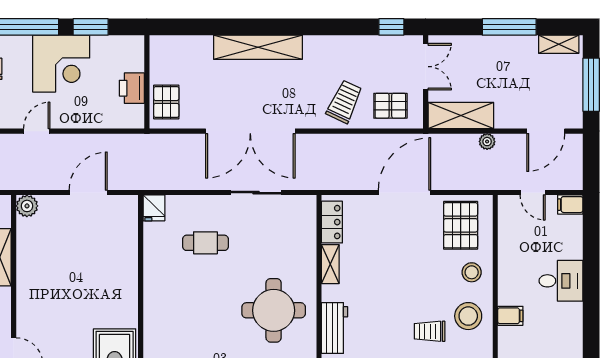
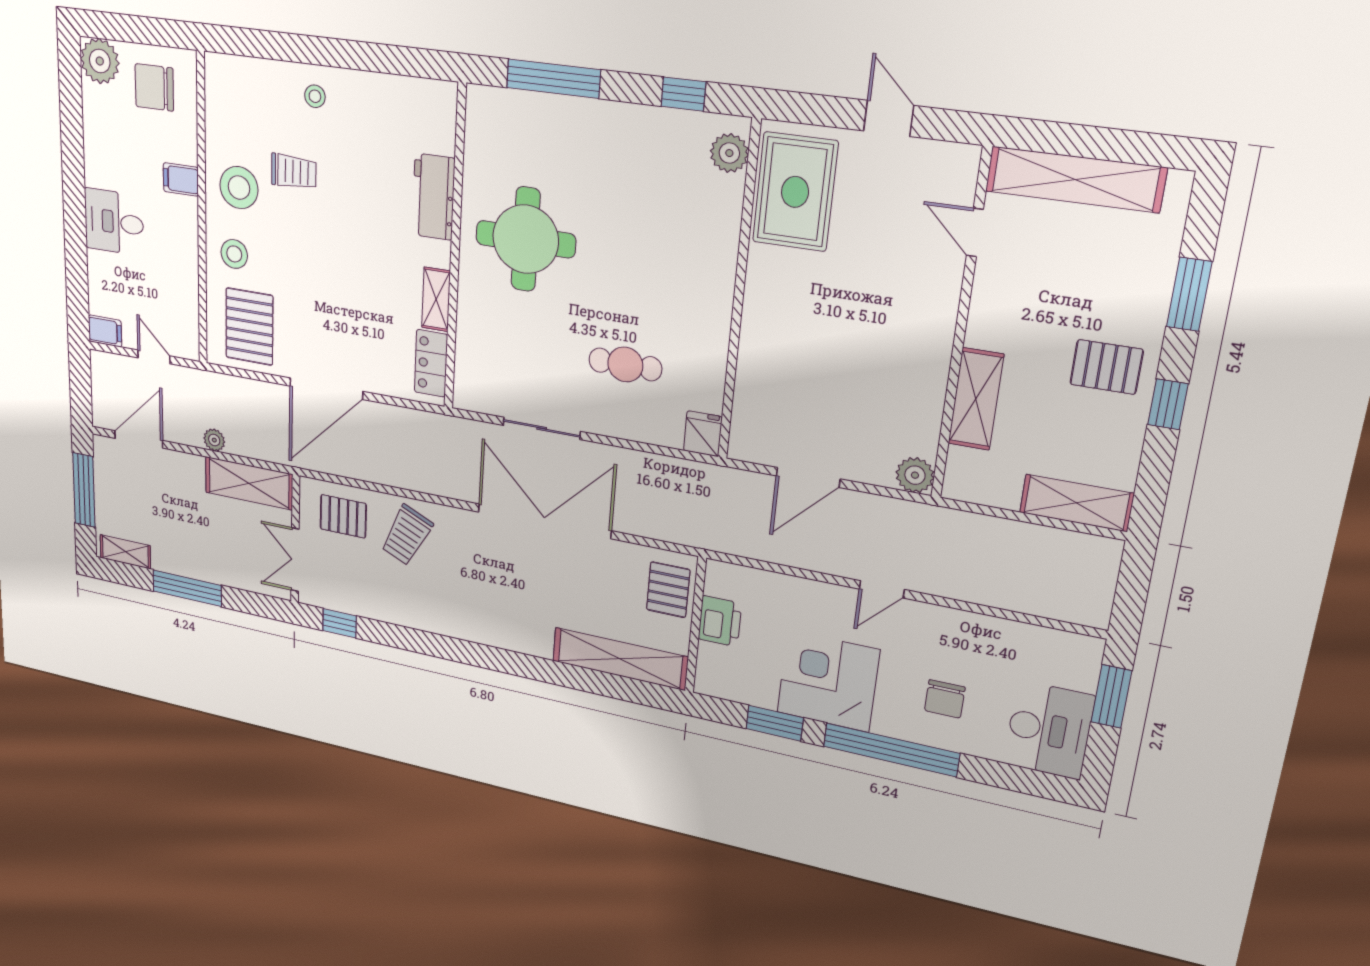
shelving: (258, 47) -> (620, 659), moved

